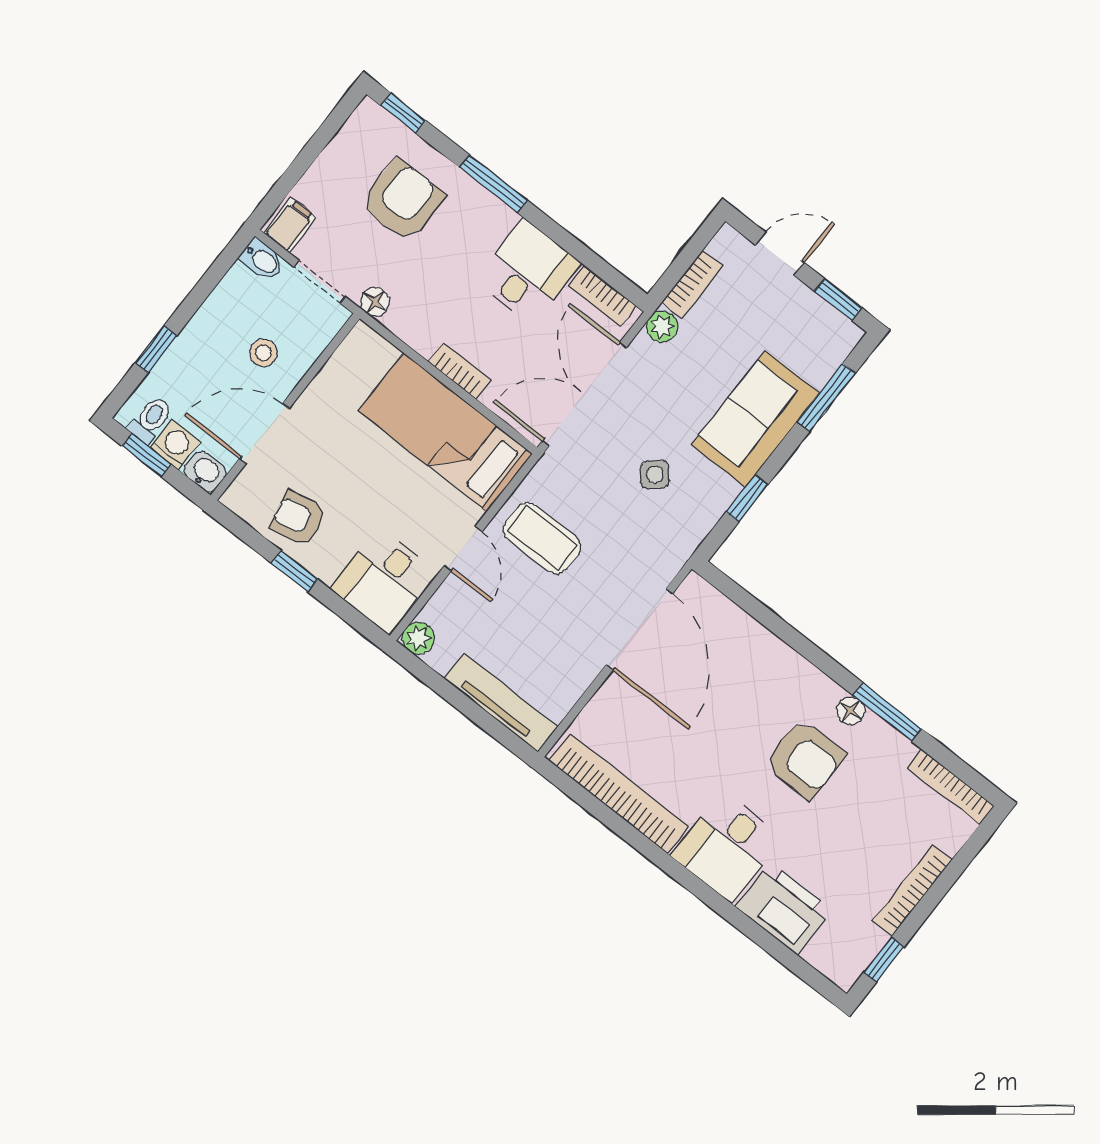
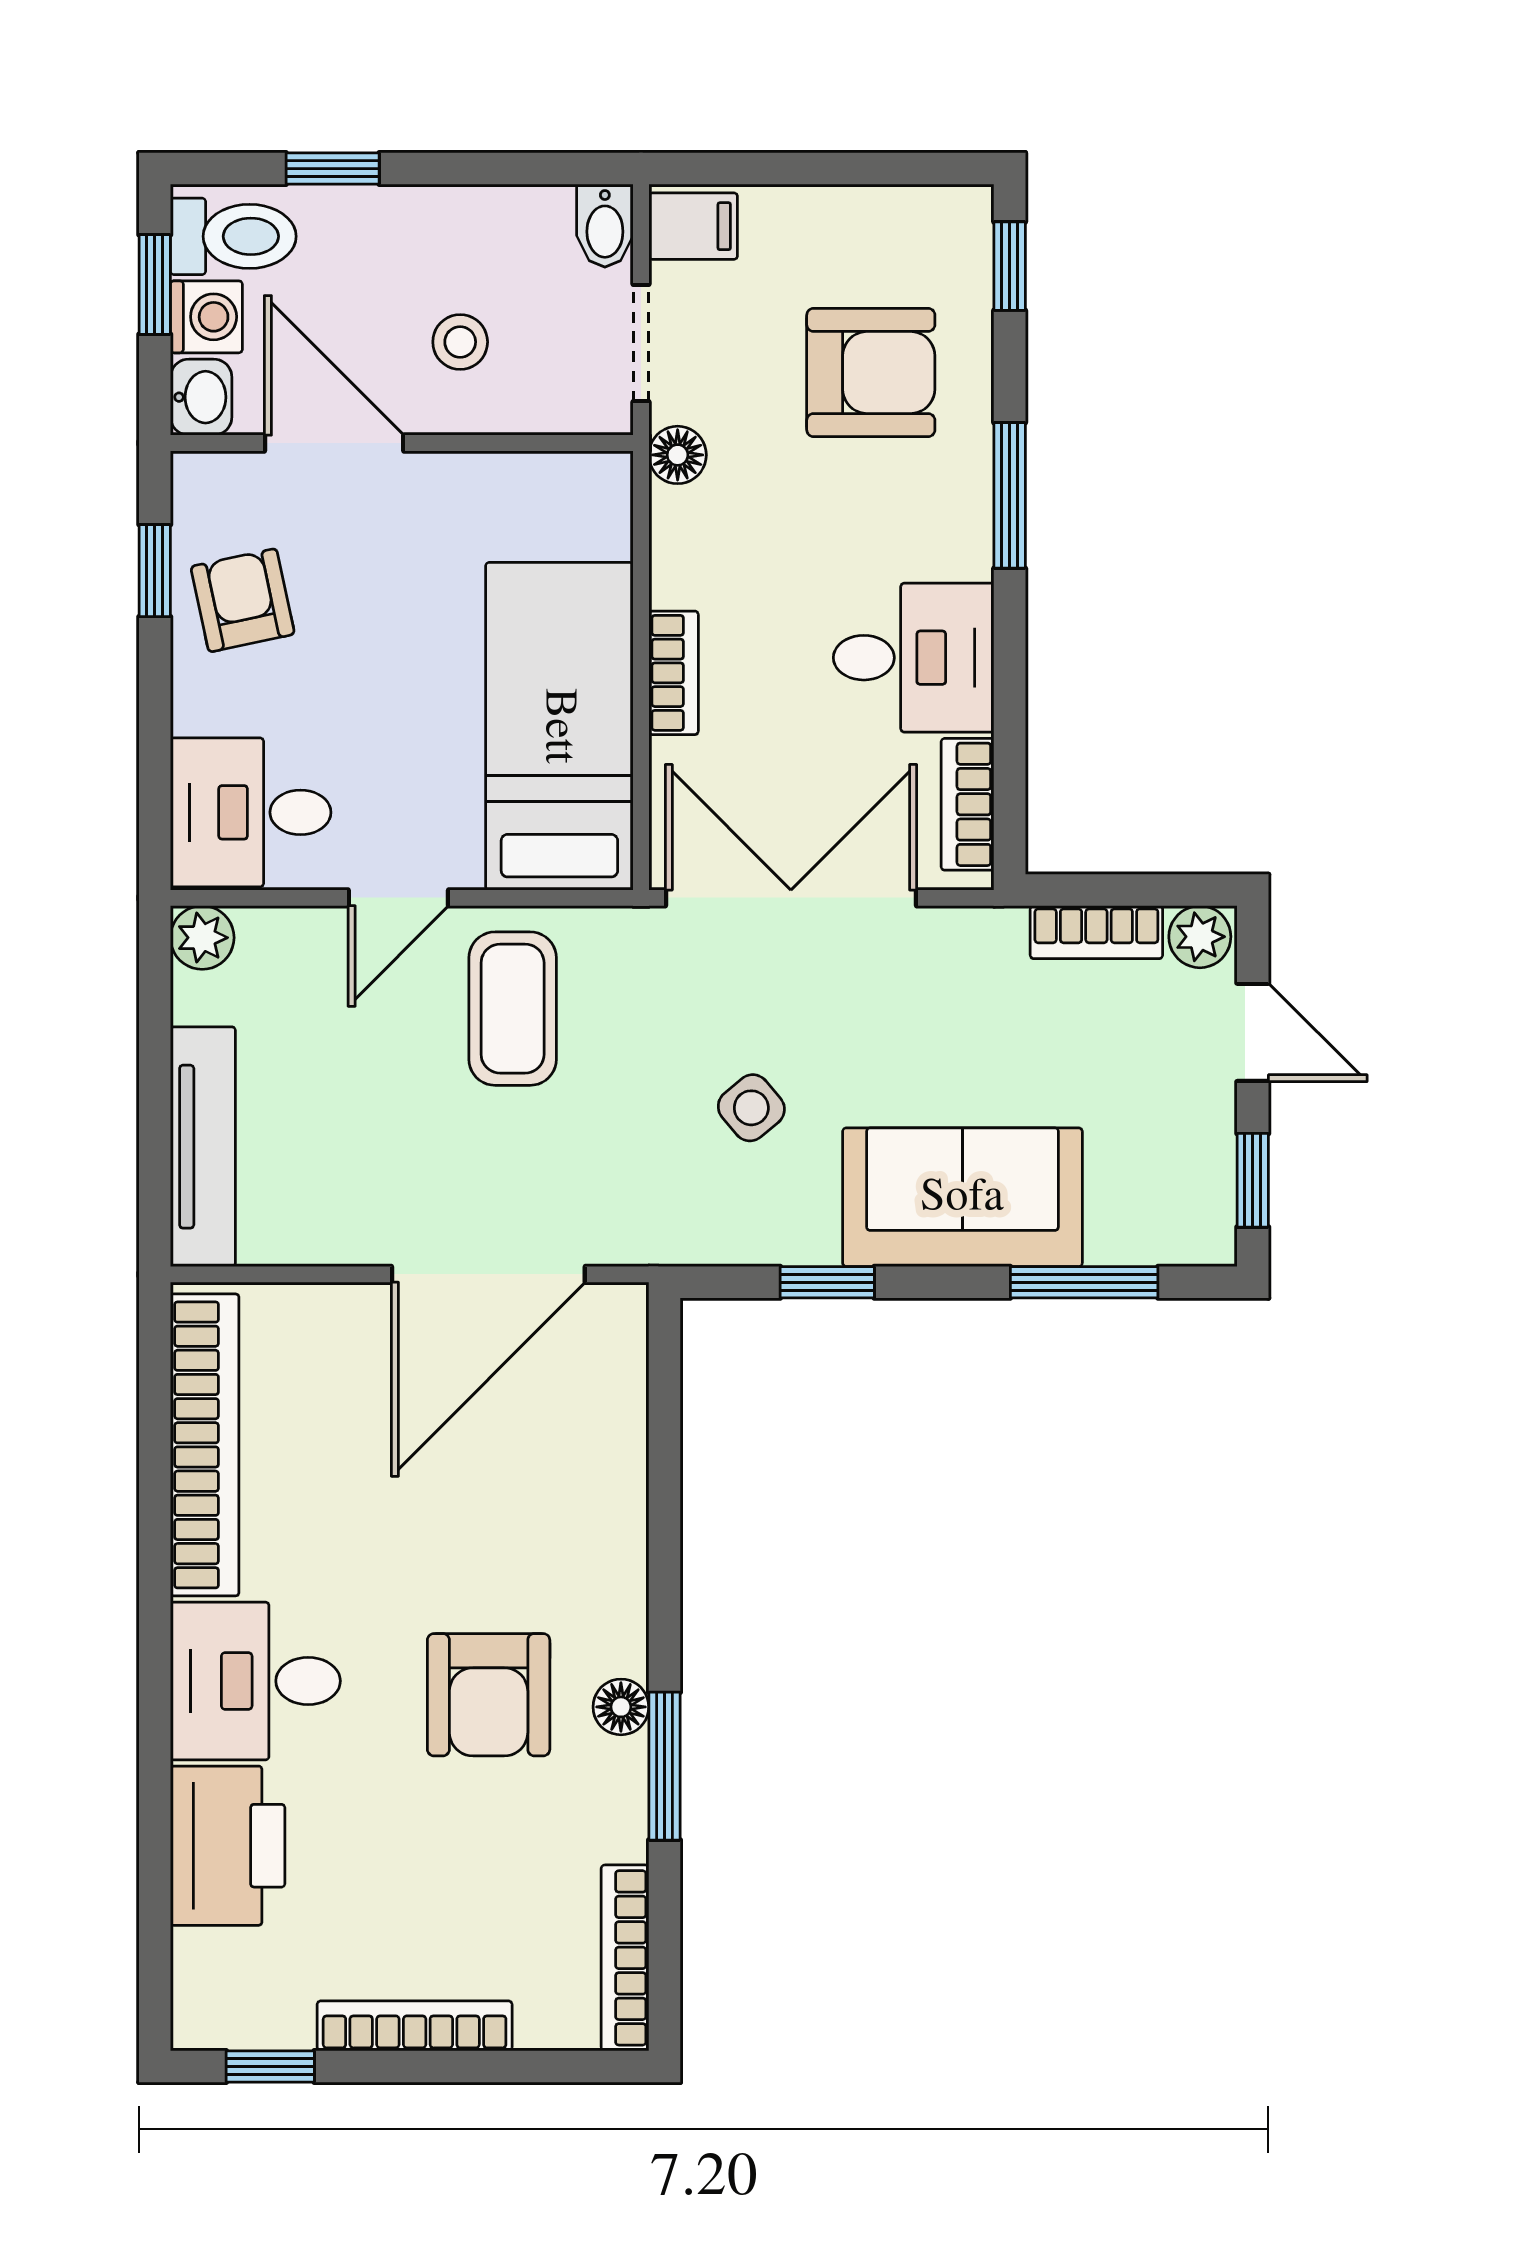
plant: (662, 327) -> (1200, 937), moved
toilet: (150, 419) -> (233, 236), width x1.37, depth x1.39
window: (295, 571) -> (155, 571), moved

